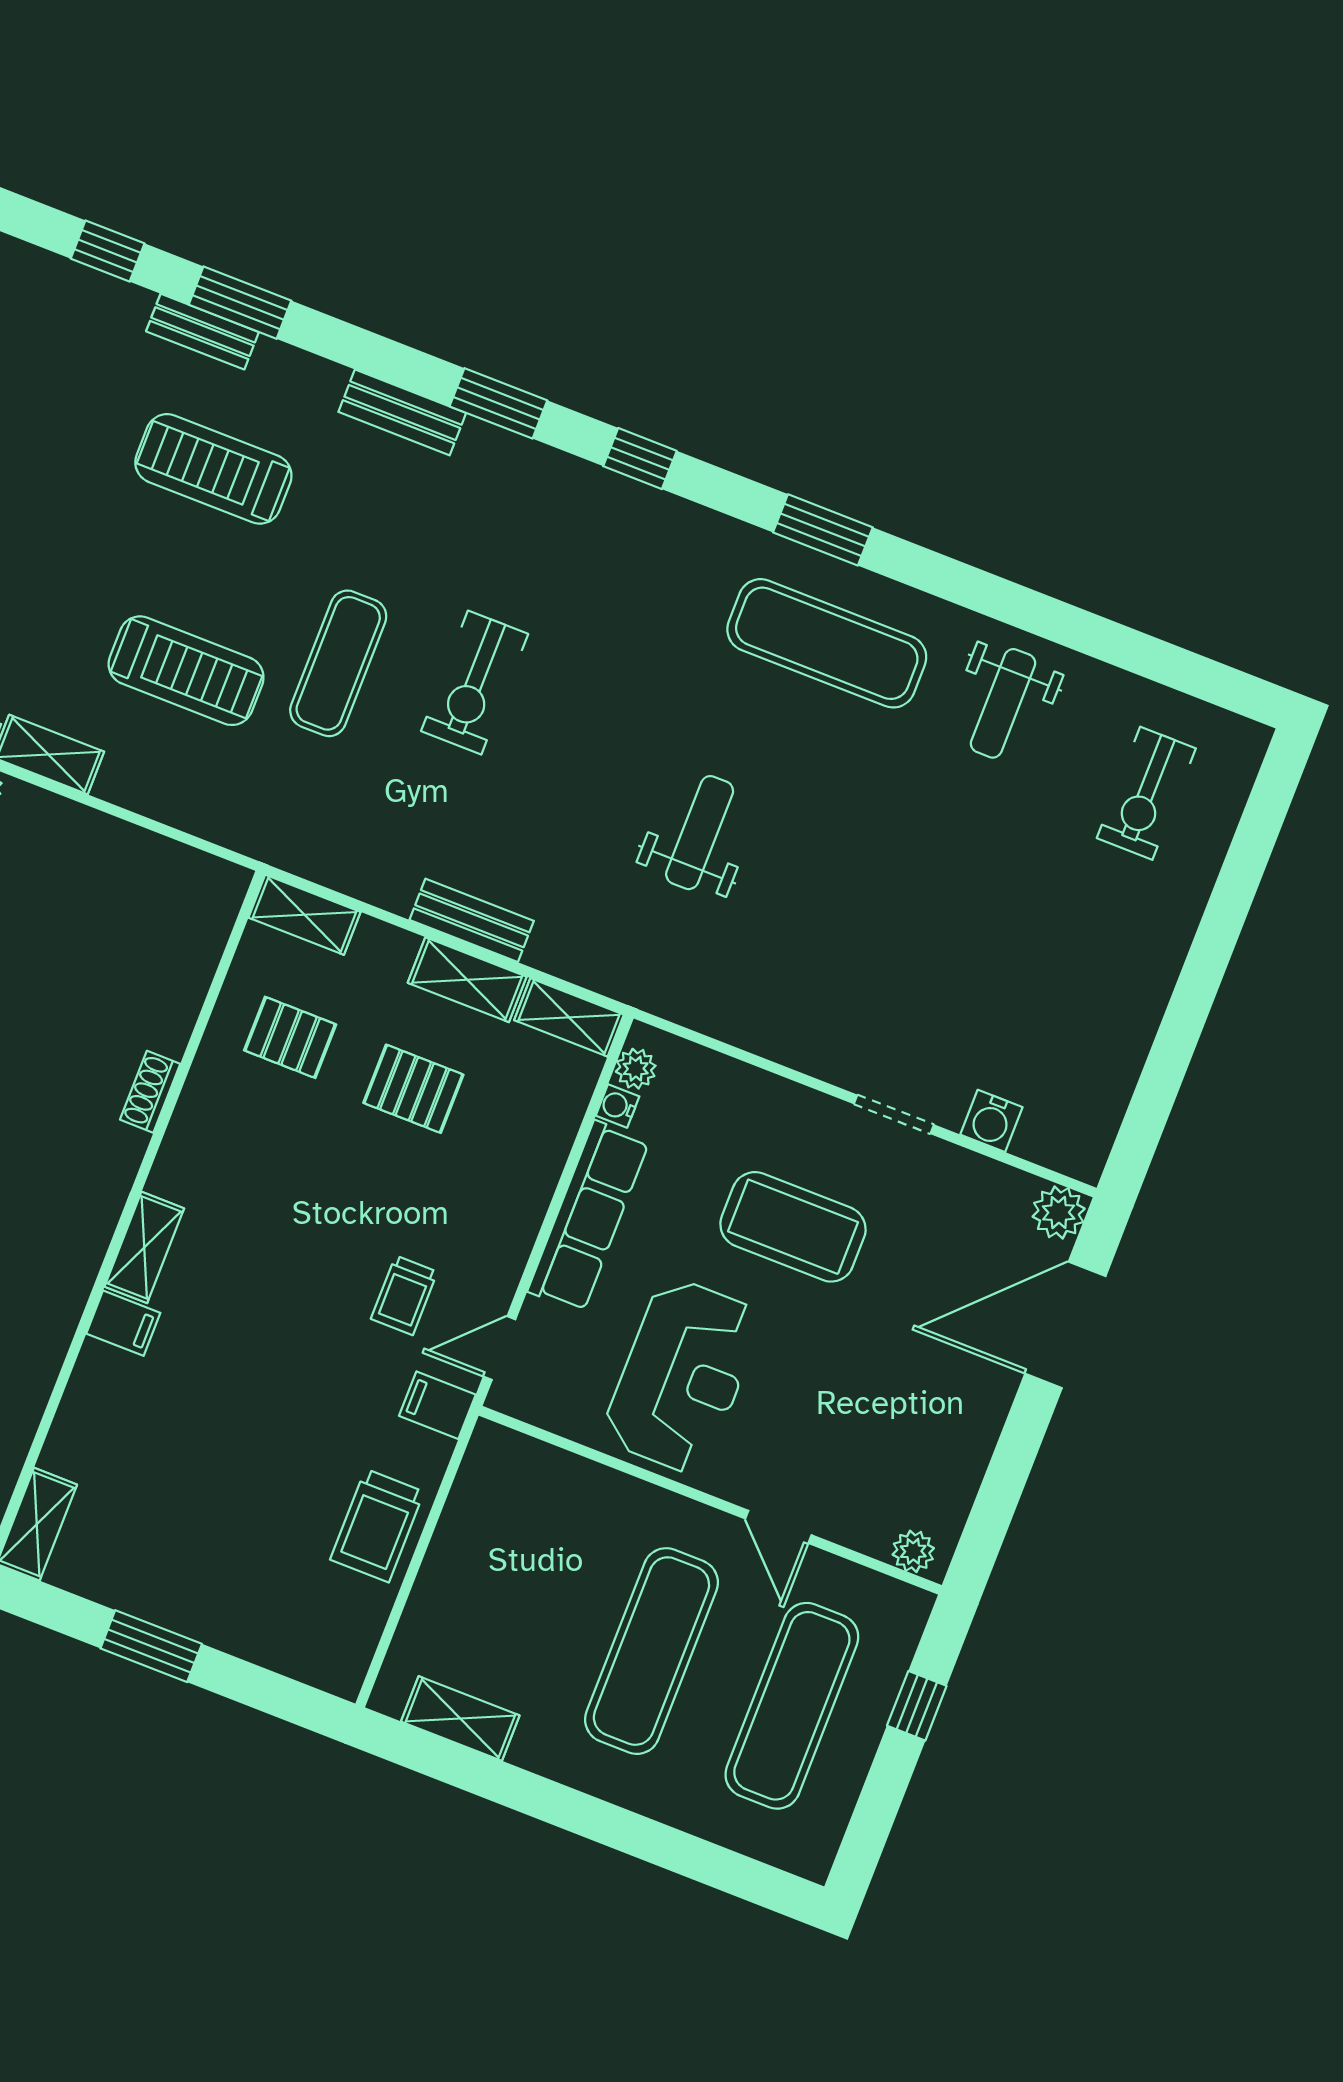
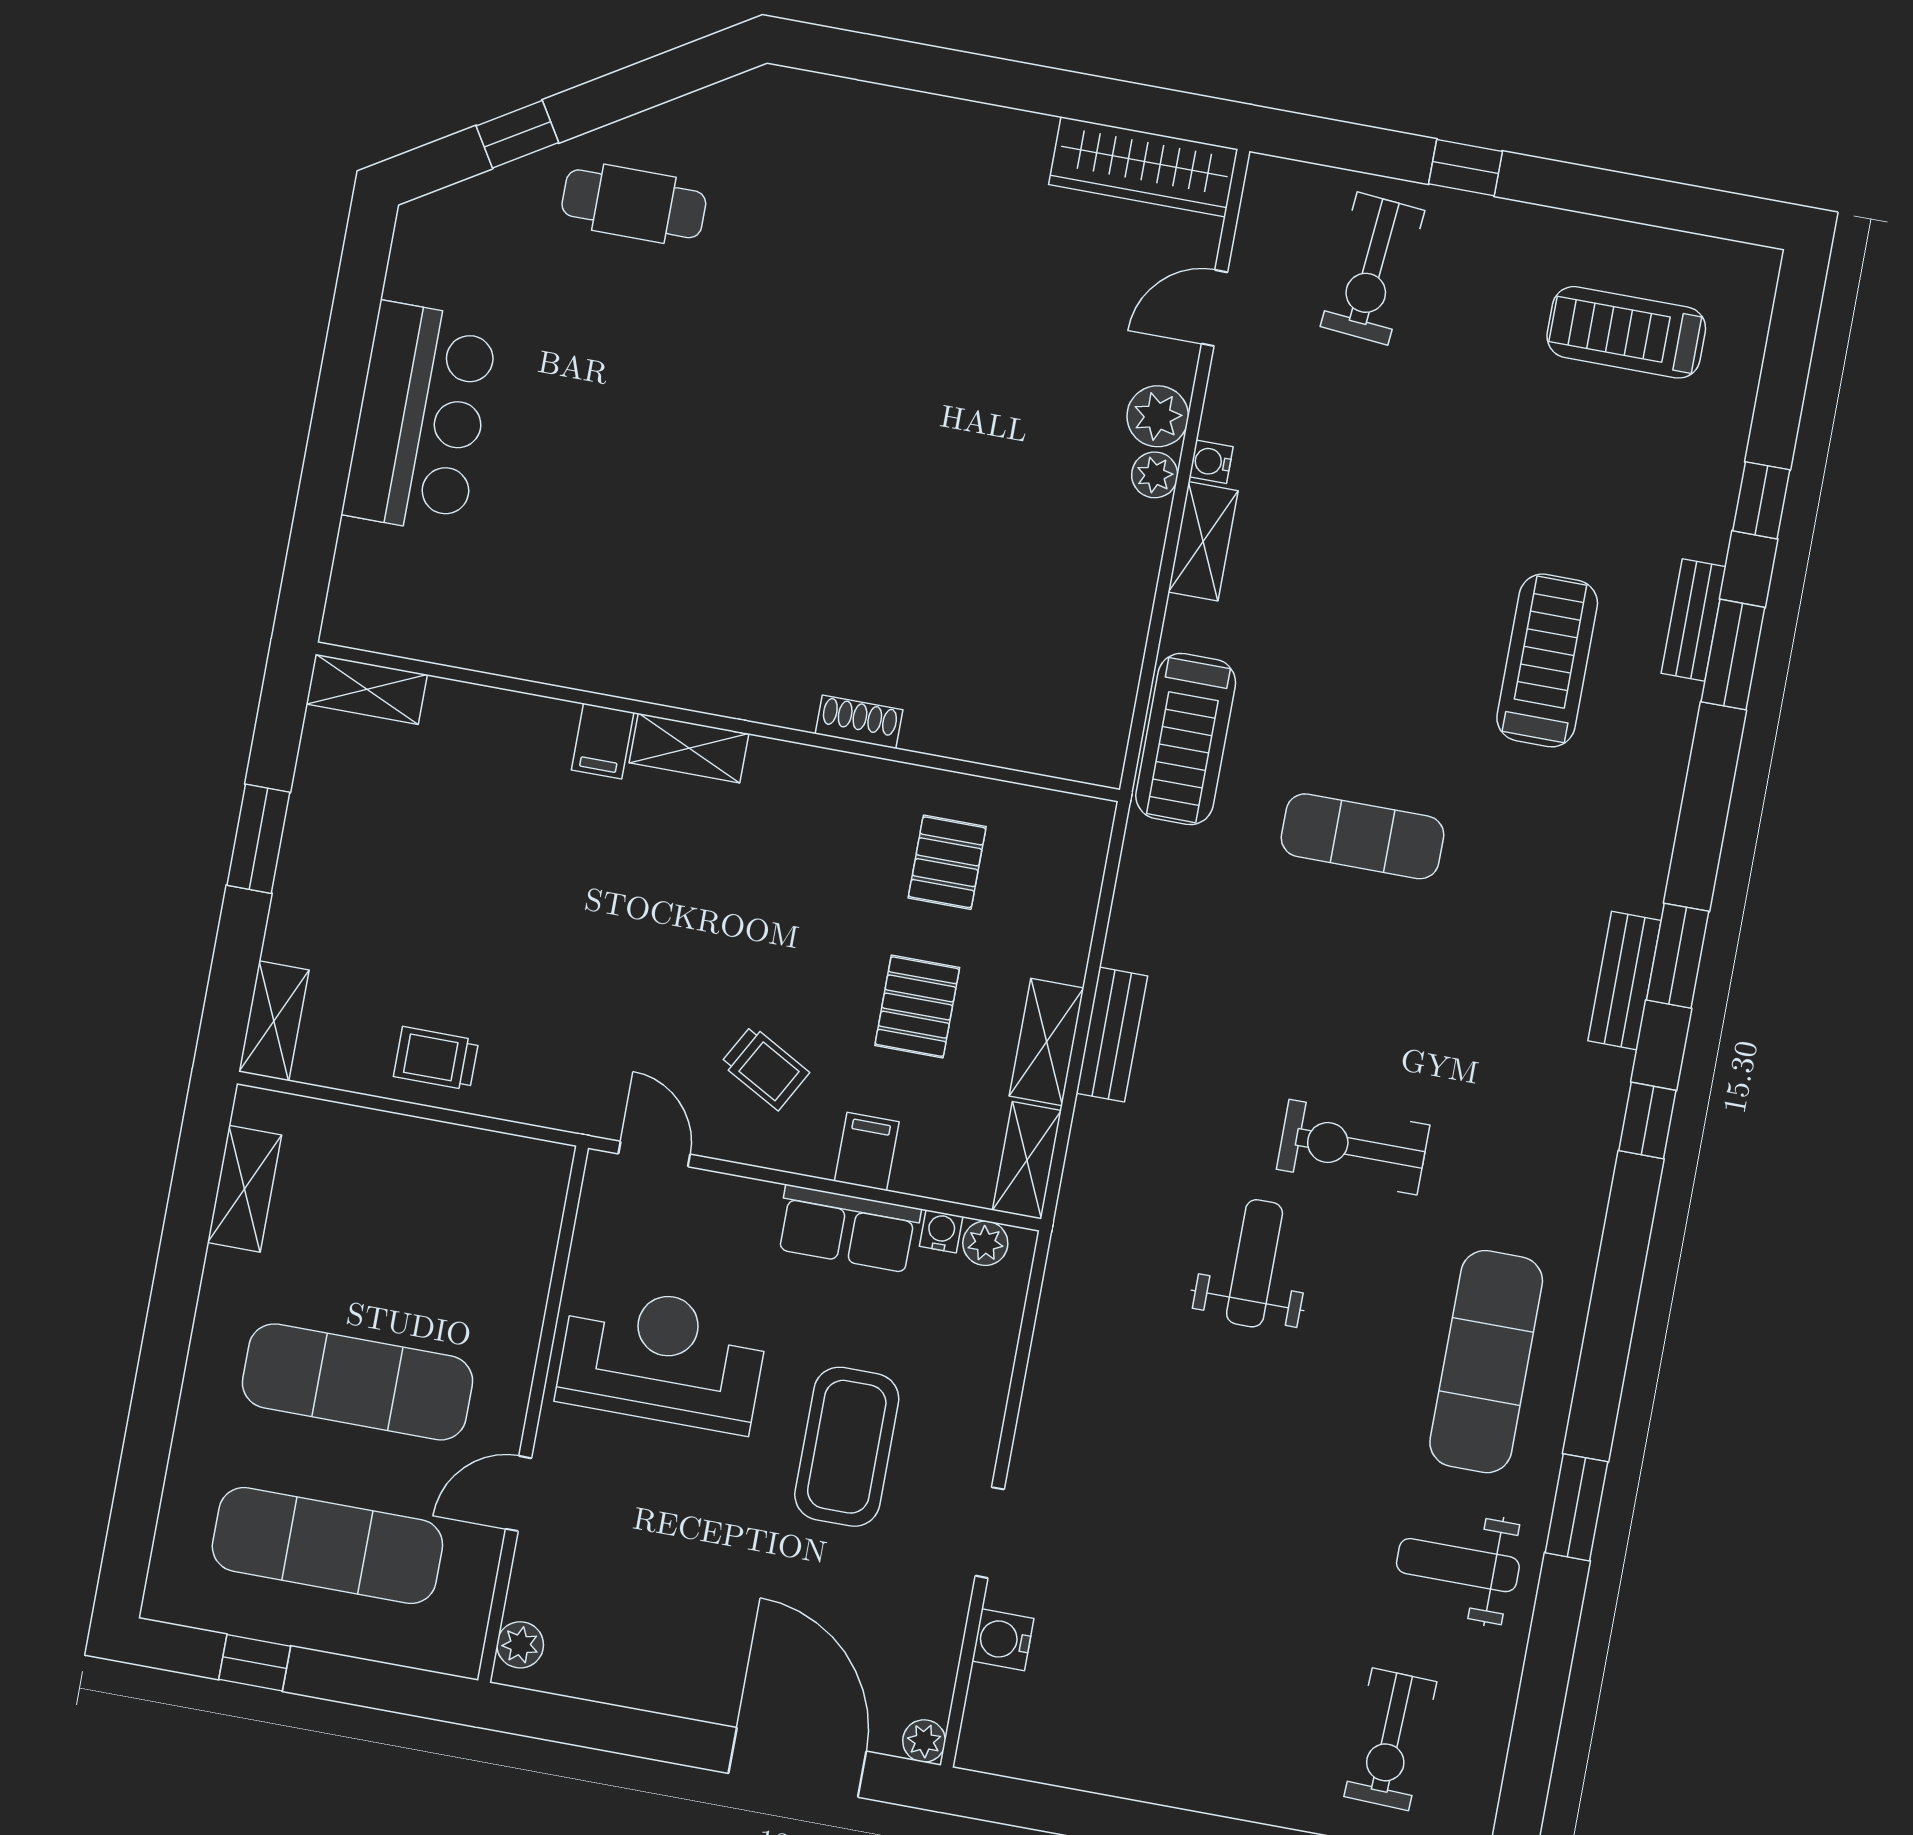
bench: (402, 412) -> (1624, 981), moved
window: (823, 530) -> (1576, 1507), moved
treadmill: (186, 671) -> (1186, 739), moved
exercise bike: (475, 683) -> (1353, 1147), moved
exercise bike: (1146, 793) -> (1390, 1739), turned -88
weight bench: (700, 833) -> (1255, 1263), turned -90
shelving: (304, 915) -> (274, 1021), moved
plant: (1059, 1213) -> (924, 1741), width x0.73, depth x0.73
row of seats: (588, 1216) -> (848, 1229), width x0.68
trolley: (404, 1295) -> (765, 1068), moved, turned -151
reception desk: (682, 1376) -> (662, 1358), turned 180
filing cabinet: (437, 1405) -> (867, 1151), moved
trolley: (377, 1526) -> (436, 1058), width x0.73, depth x0.72
window: (917, 1706) -> (255, 1663), moved

